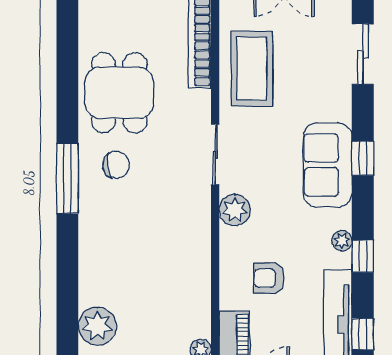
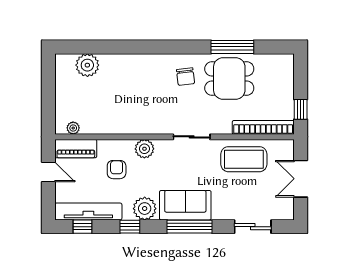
window: (363, 158) -> (189, 227), width x2.17
window: (67, 178) -> (232, 47), moved
plant: (235, 210) -> (144, 149), moved
plant: (342, 241) -> (145, 209), width x1.88, depth x1.88

